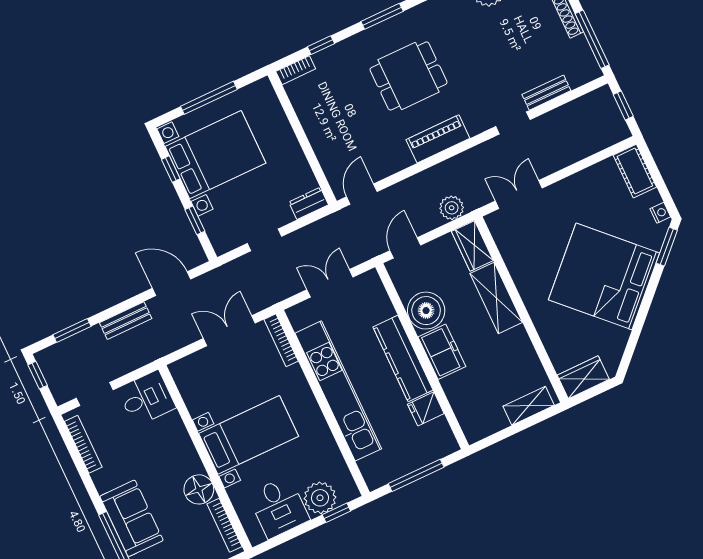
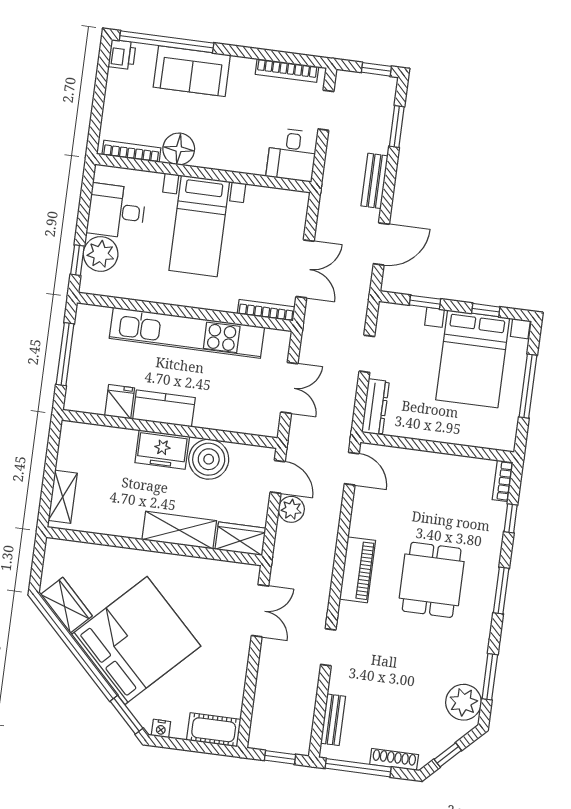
bench: (546, 93) -> (333, 720), moved
dresser: (309, 203) -> (375, 407), width x1.44
plant: (452, 208) -> (291, 509), moved
kitchen counter: (403, 358) -> (164, 408), width x0.67
wardrobe: (583, 377) -> (66, 605), moved, turned -45

